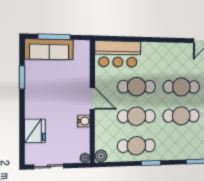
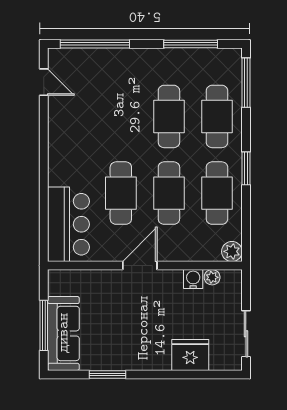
cafe table: (181, 87) -> (217, 116), moved
water cooler: (84, 121) -> (193, 279), moved
plant: (85, 158) -> (212, 277), moved

